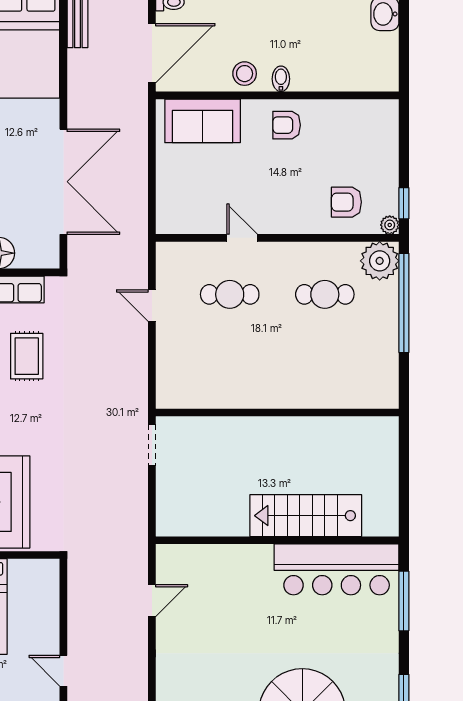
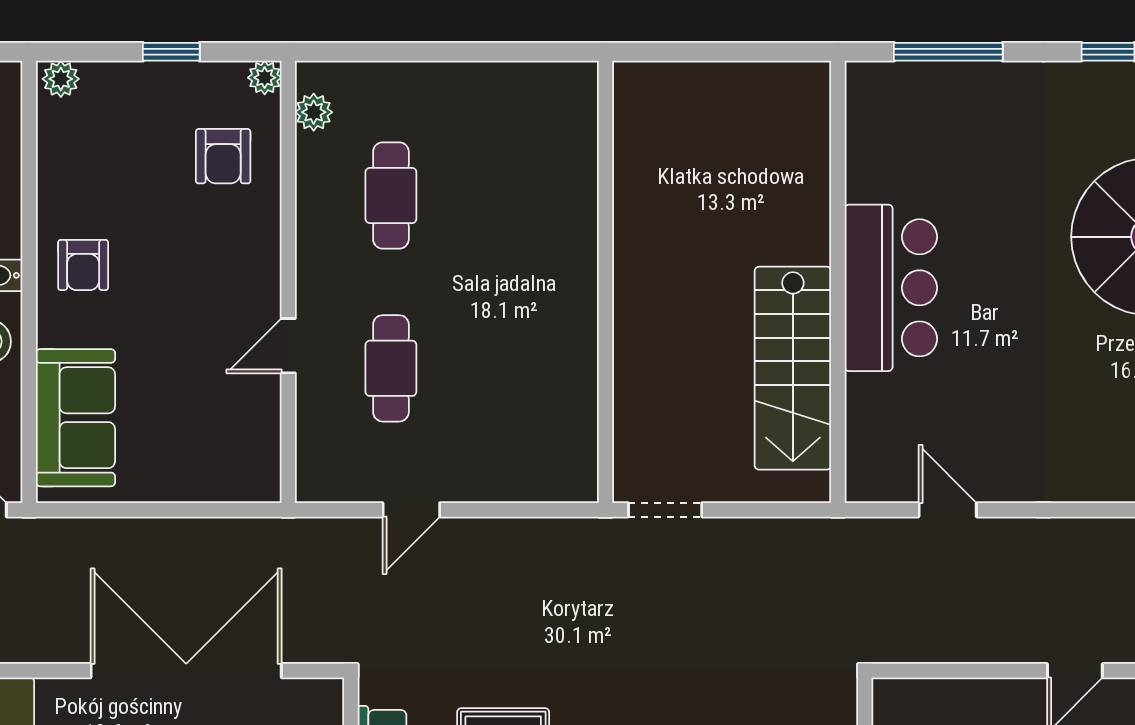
plant: (389, 113) -> (61, 79), added
window: (404, 203) -> (171, 52), moved
plant: (380, 261) -> (314, 112), width x0.53, depth x0.53
window: (404, 303) -> (407, 52), removed
stairs: (306, 516) -> (793, 368), moved
bar counter: (337, 569) -> (891, 288), moved, width x0.73

